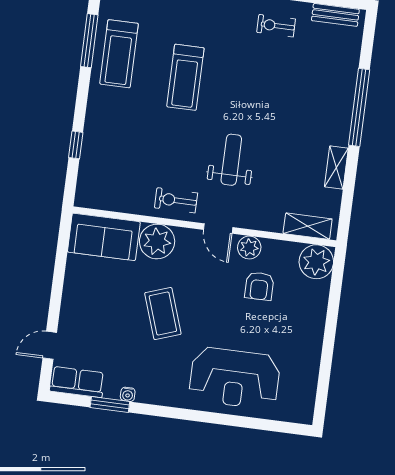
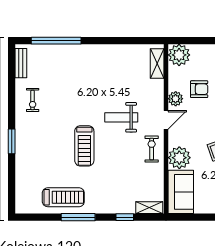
window: (89, 41) -> (78, 217), moved
treadmill: (185, 77) -> (84, 146), moved, turned 90
window: (359, 107) -> (56, 41), moved
shelving: (336, 167) -> (149, 208), moved
exercise bike: (176, 200) -> (152, 149), turned 180

